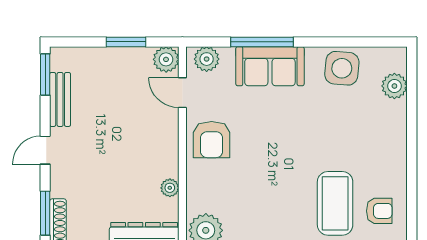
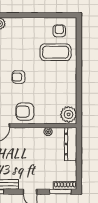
armchair: (283, 126) -> (18, 77), added
armchair: (212, 140) -> (25, 112), turned 180

